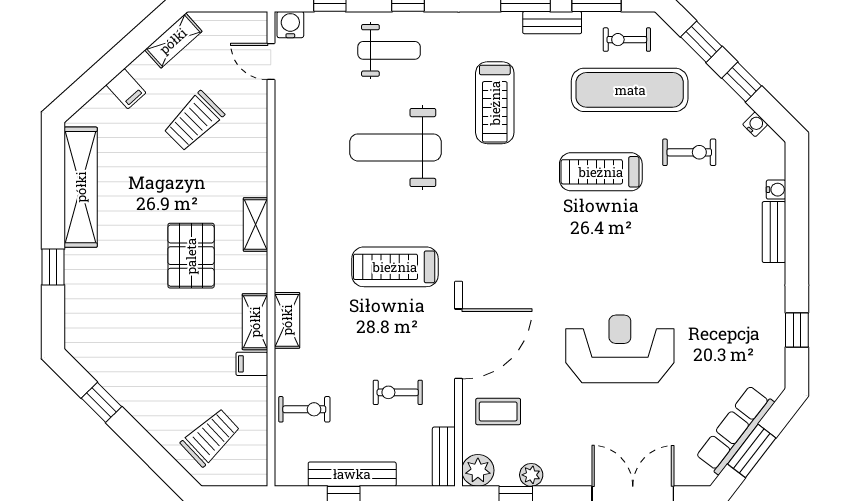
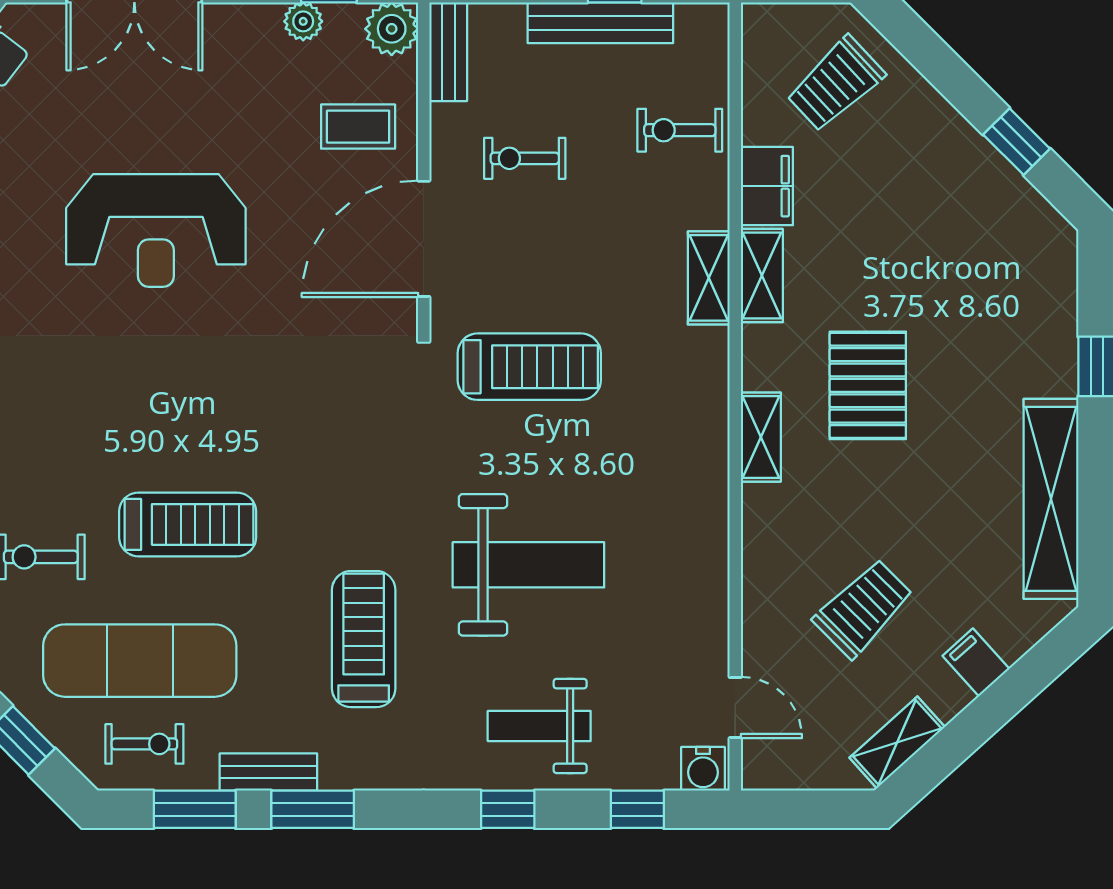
filing cabinet: (252, 364) -> (767, 186), width x2.00
exercise bike: (398, 392) -> (525, 158), turned 180

